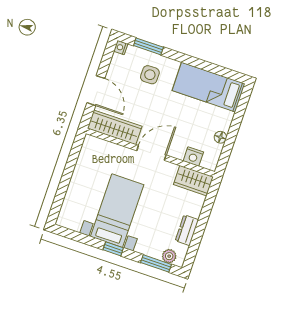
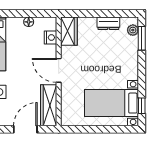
bed with nightstands: (117, 211) -> (112, 103), moved
window: (113, 249) -> (142, 106), moved

